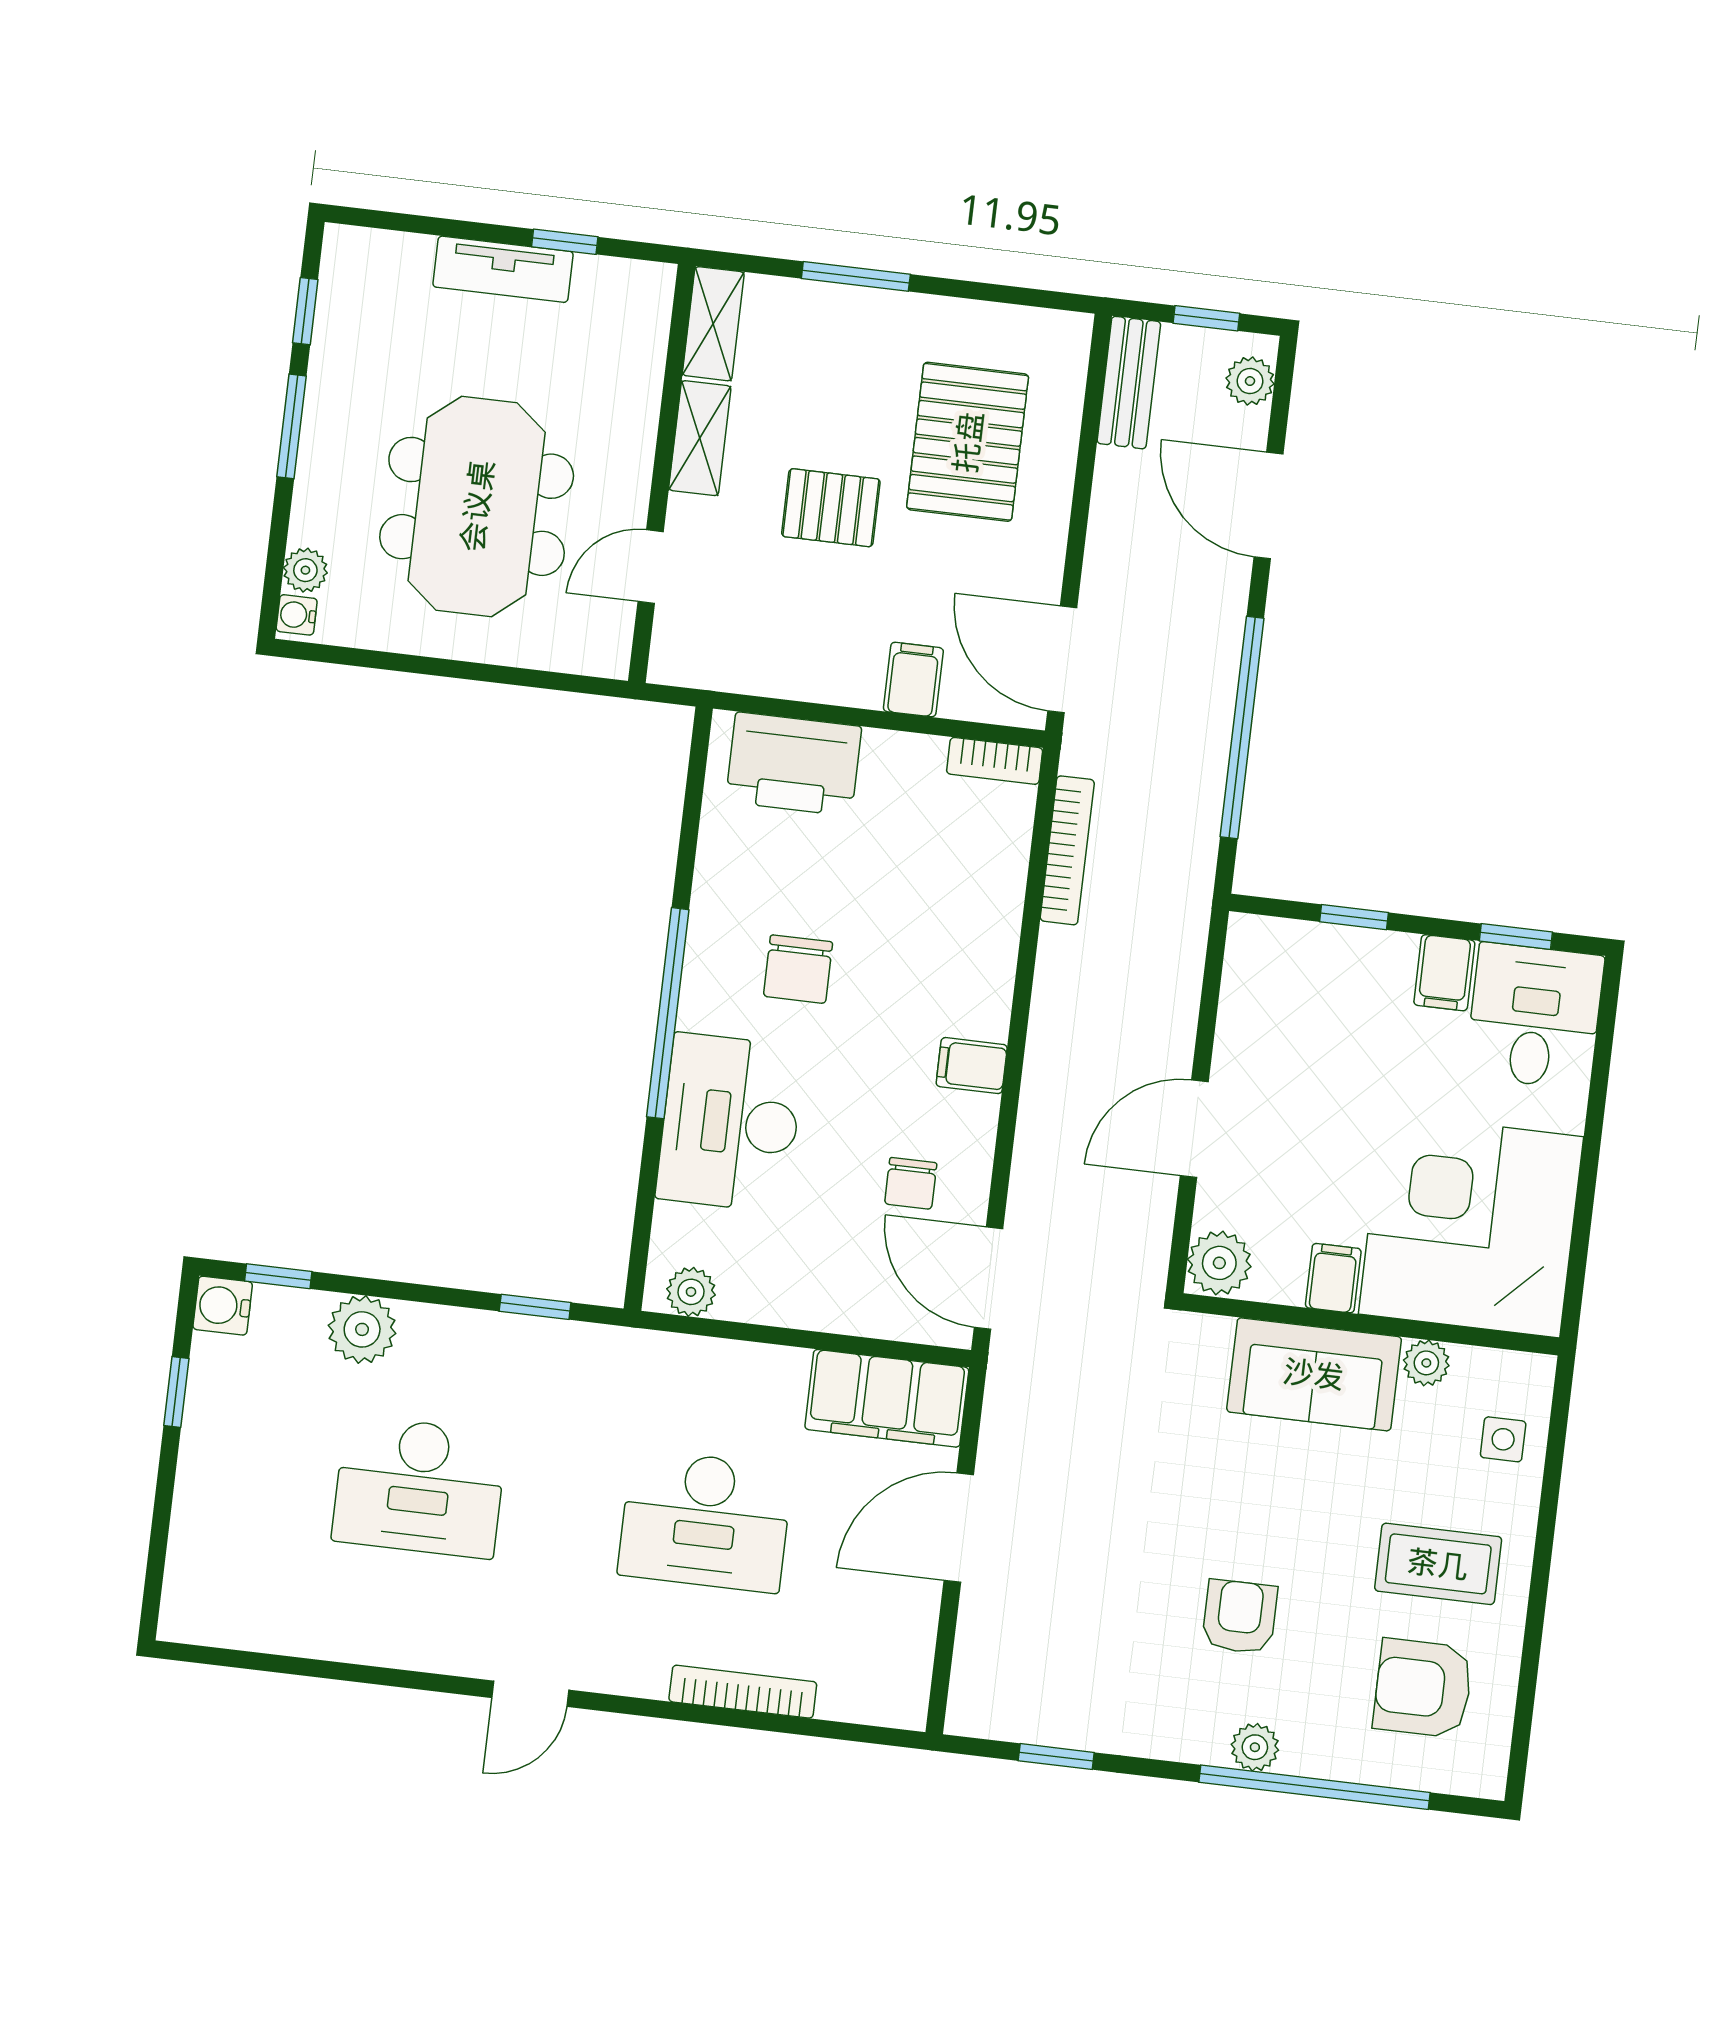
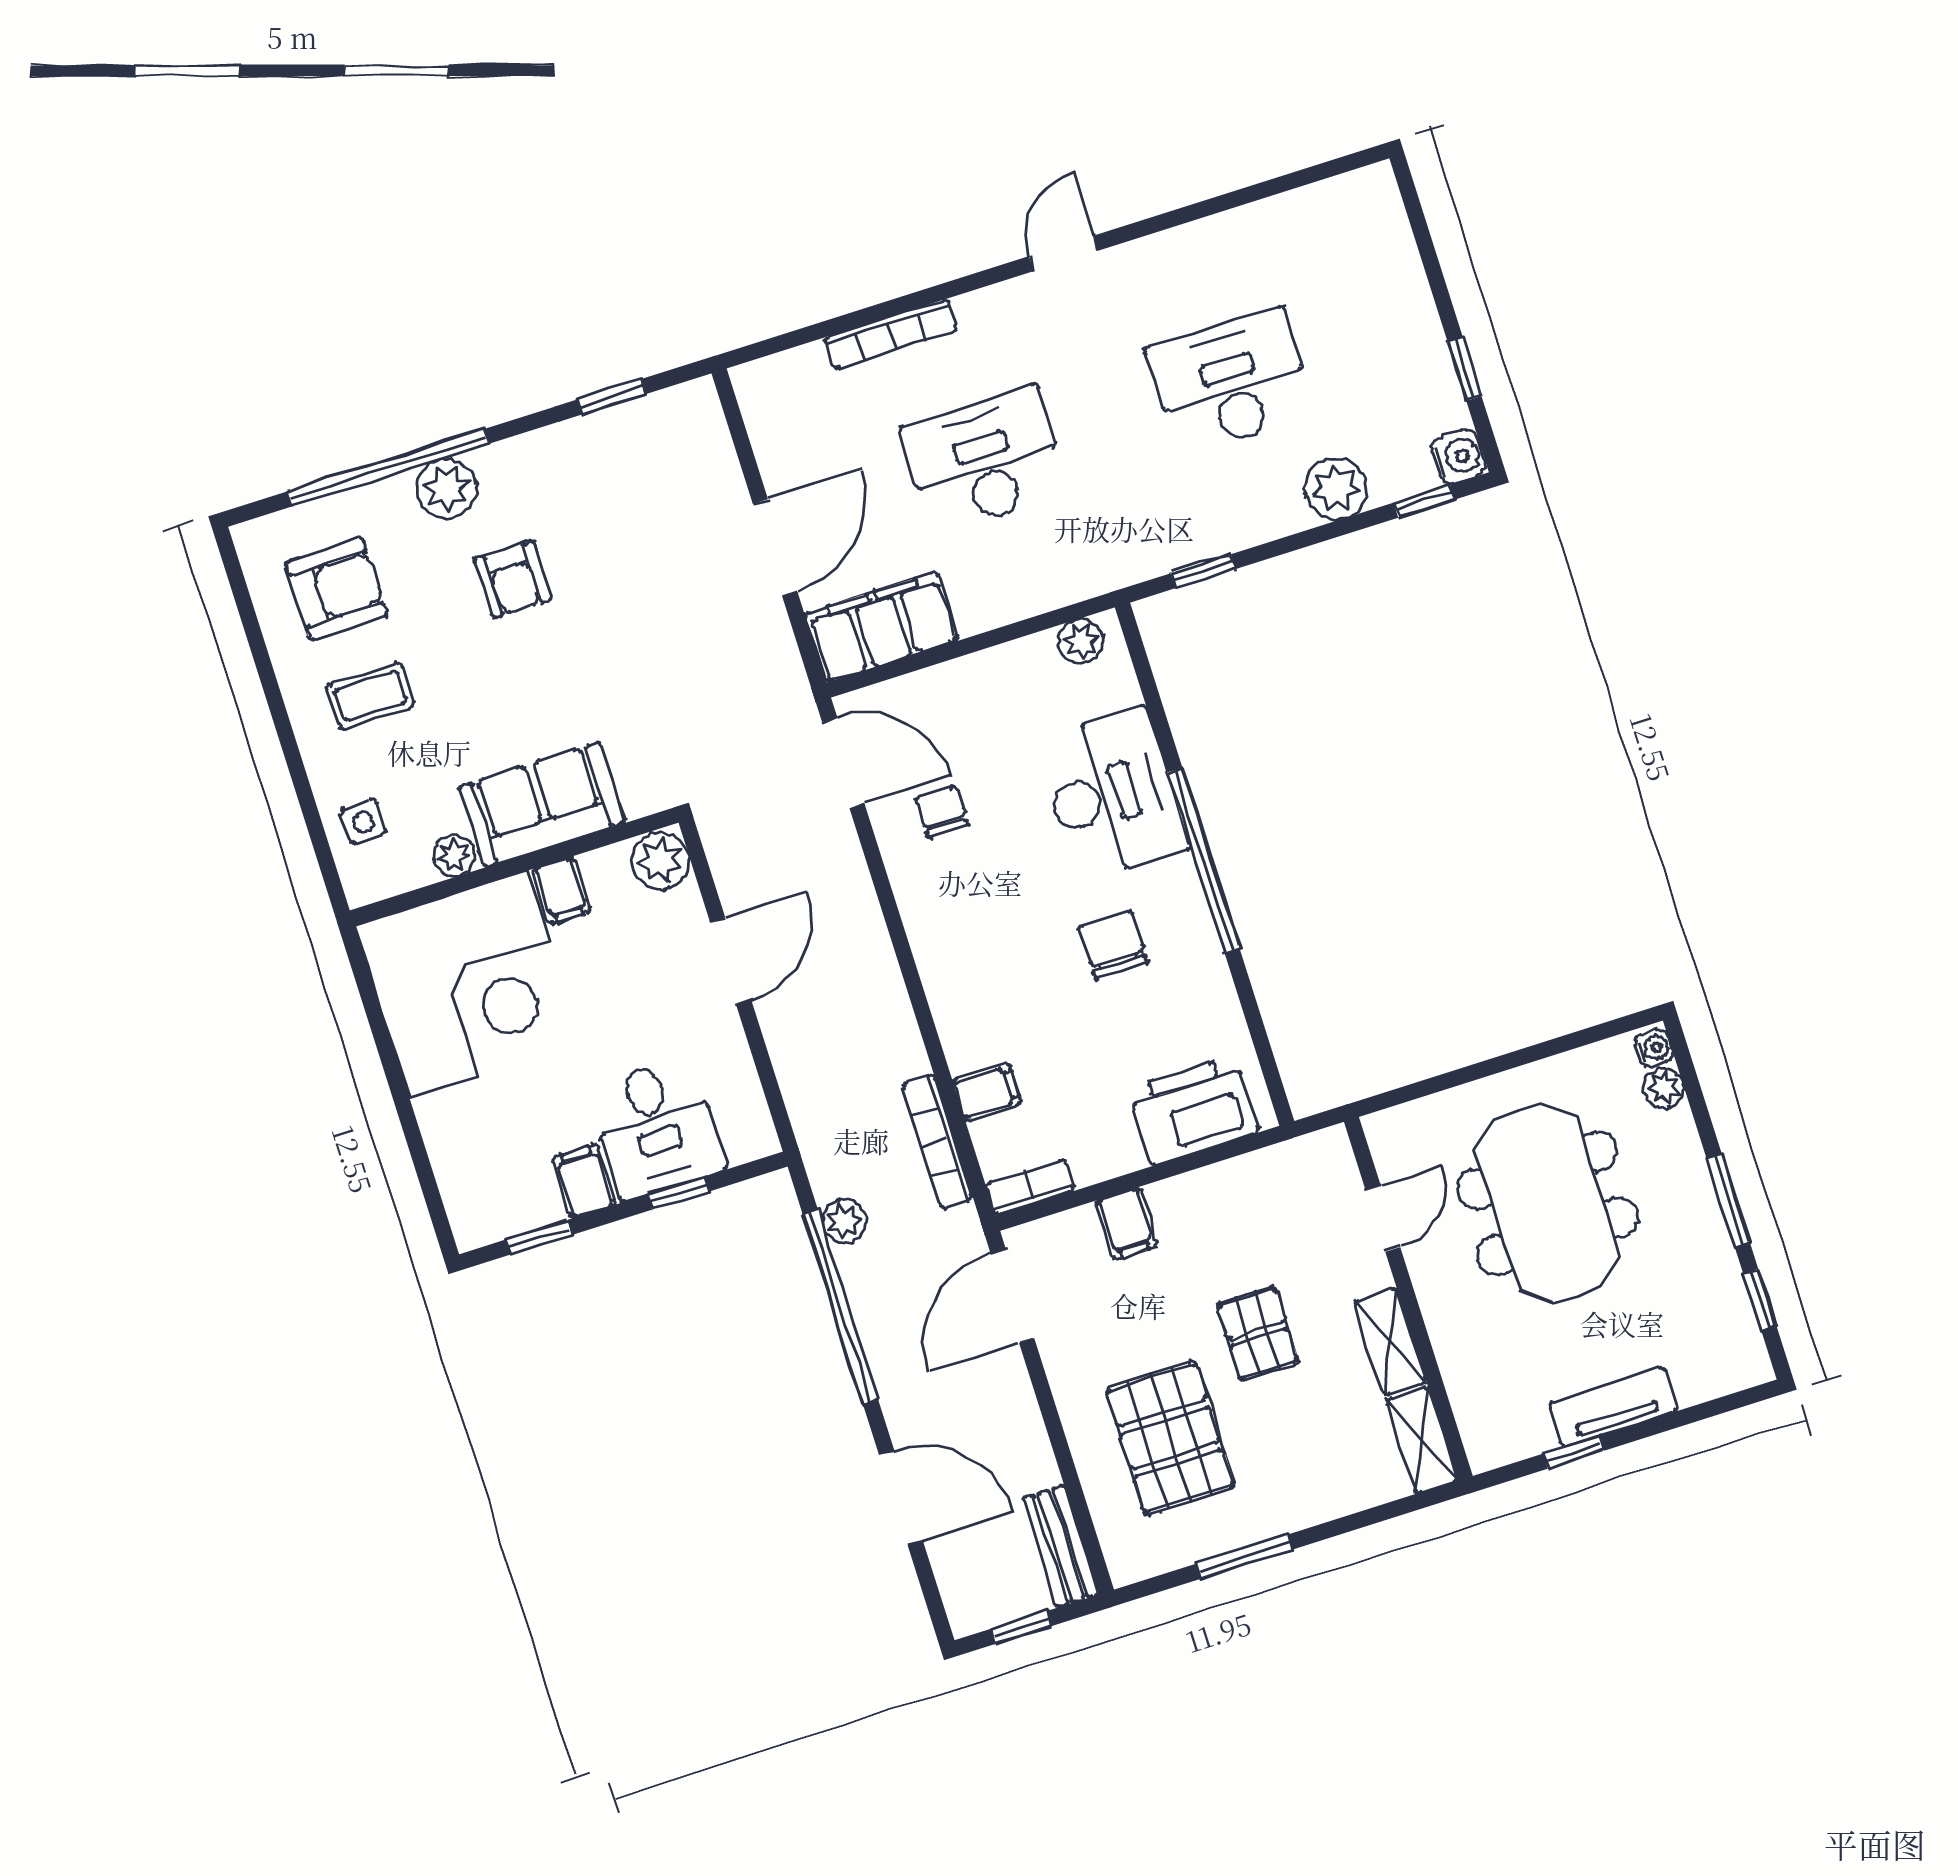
window: (856, 276) -> (1245, 1556), moved
plant: (1250, 381) -> (844, 1221), moved
pallet: (831, 508) -> (1257, 1334), turned 90
door: (1062, 659) -> (1012, 1295), swing flipped
desk: (1535, 1016) -> (656, 1128), moved
filing cabinet: (972, 1066) -> (987, 1092), moved
coffee table: (1438, 1564) -> (370, 696), width x0.73, depth x0.77
plant: (1255, 1747) -> (447, 488), width x1.38, depth x1.38

